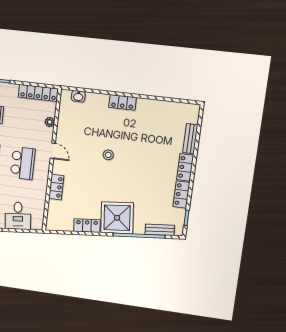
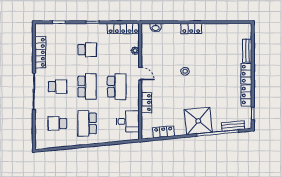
desk: (18, 216) -> (128, 121), moved, turned -84
locker: (87, 226) -> (163, 132), moved

